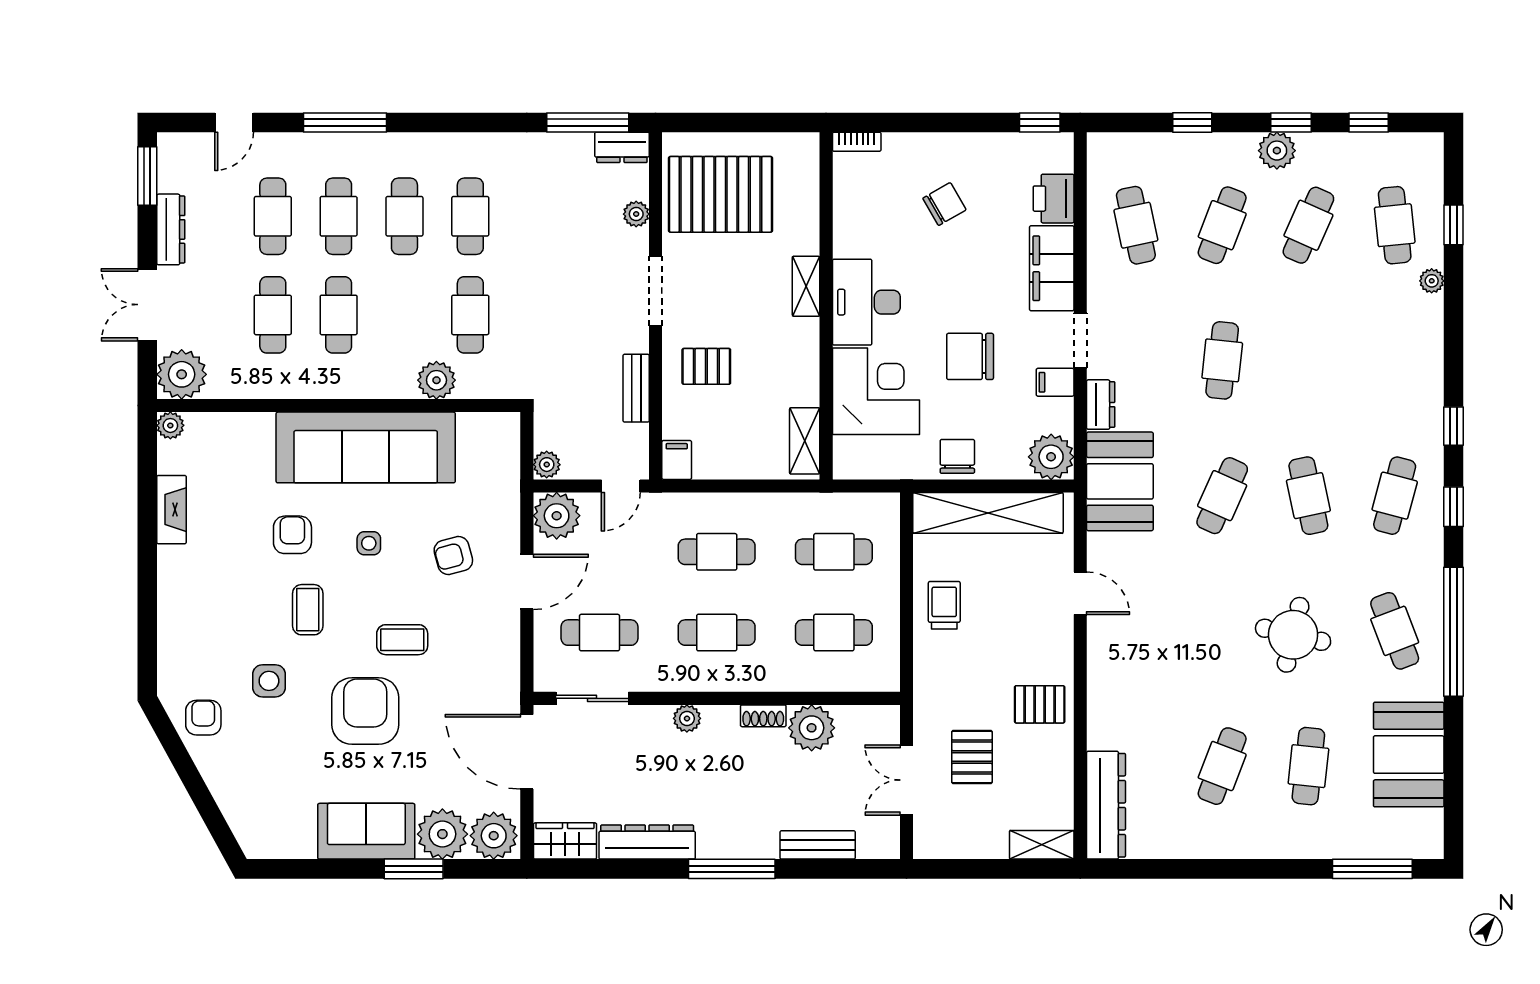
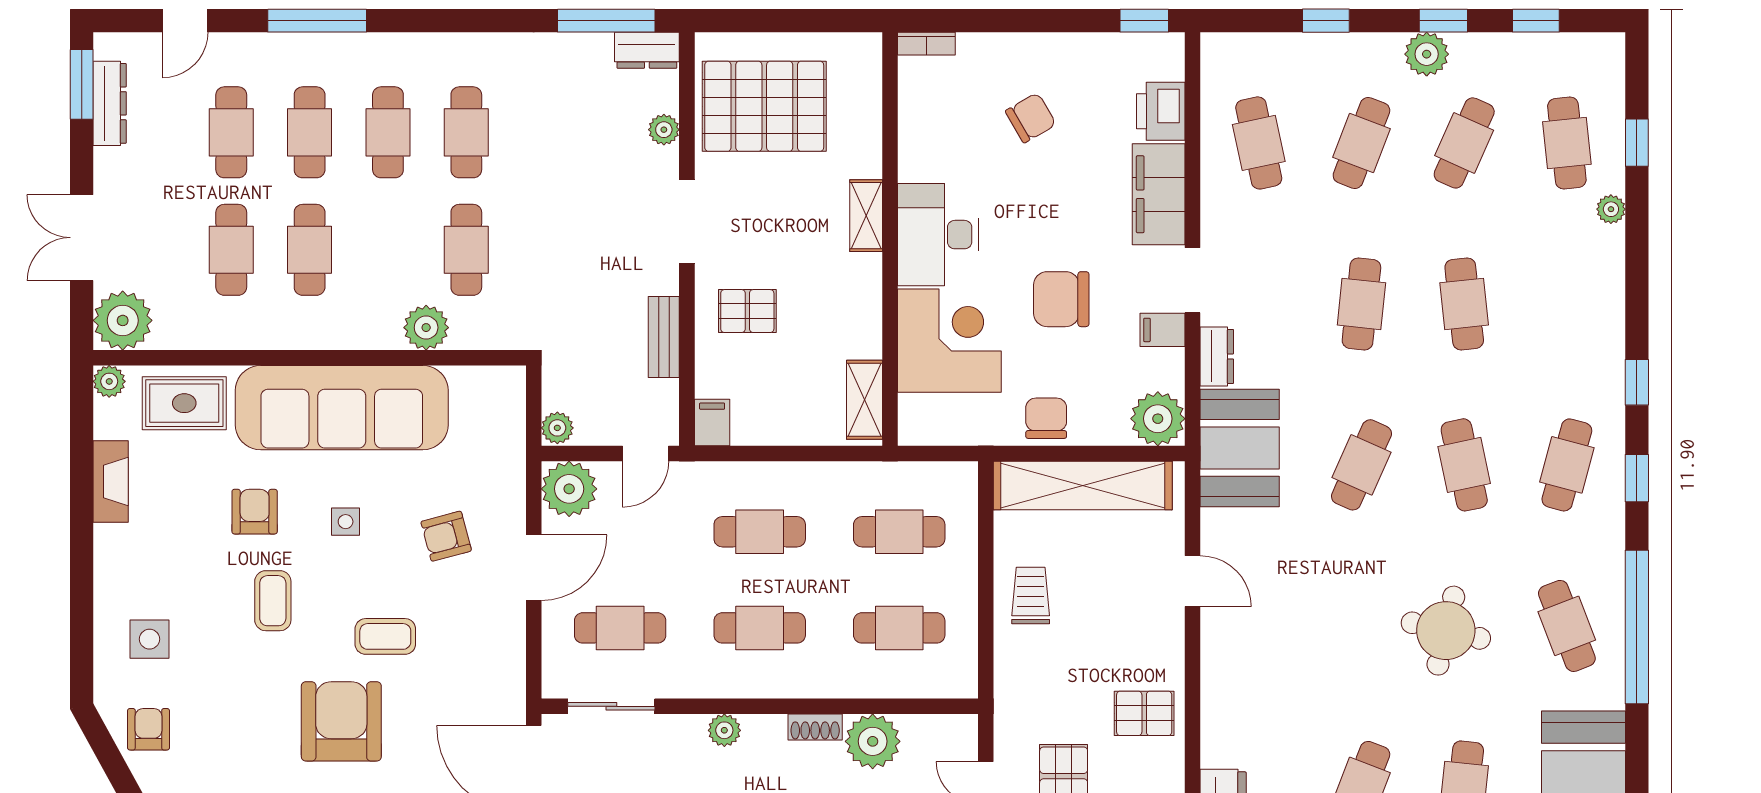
dresser: (171, 229) -> (110, 103), moved
cafe table: (1308, 360) -> (1464, 304), added
rug: (233, 444) -> (184, 403), added
side table: (269, 681) -> (149, 639), moved

